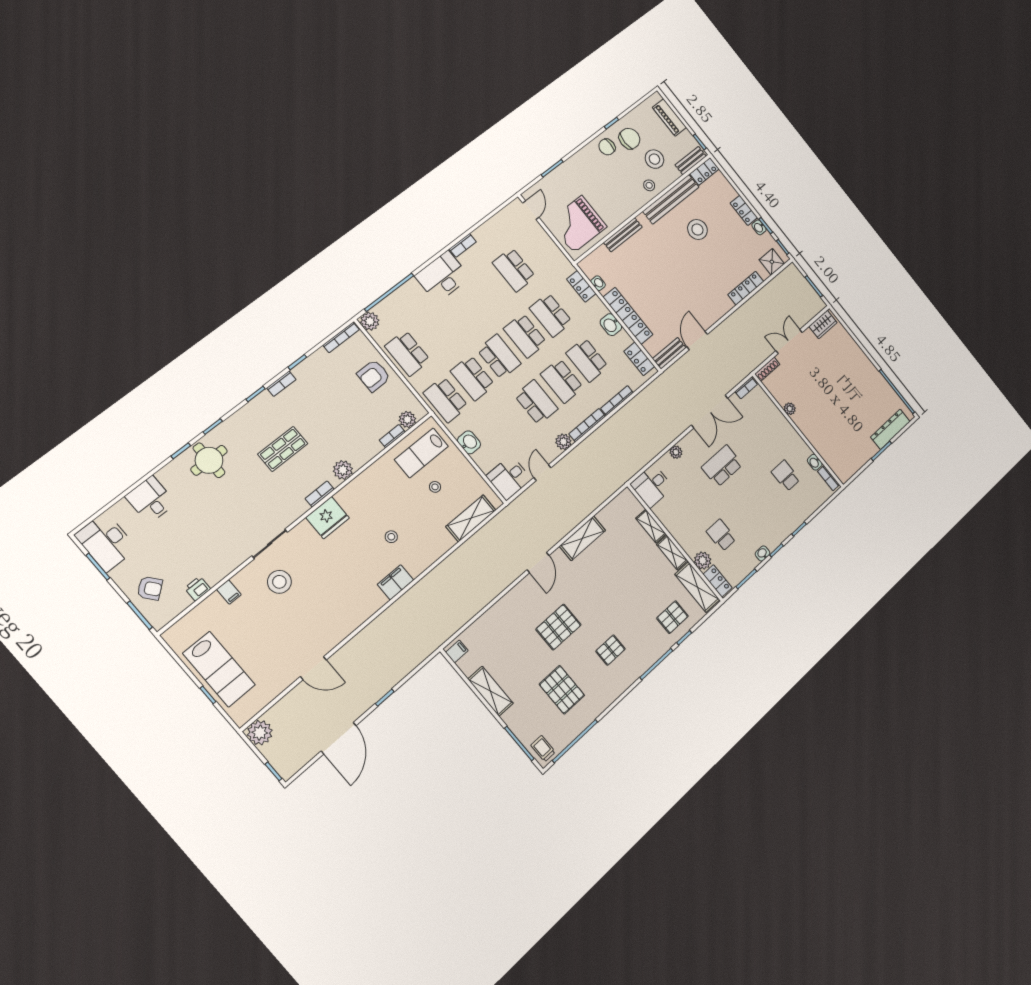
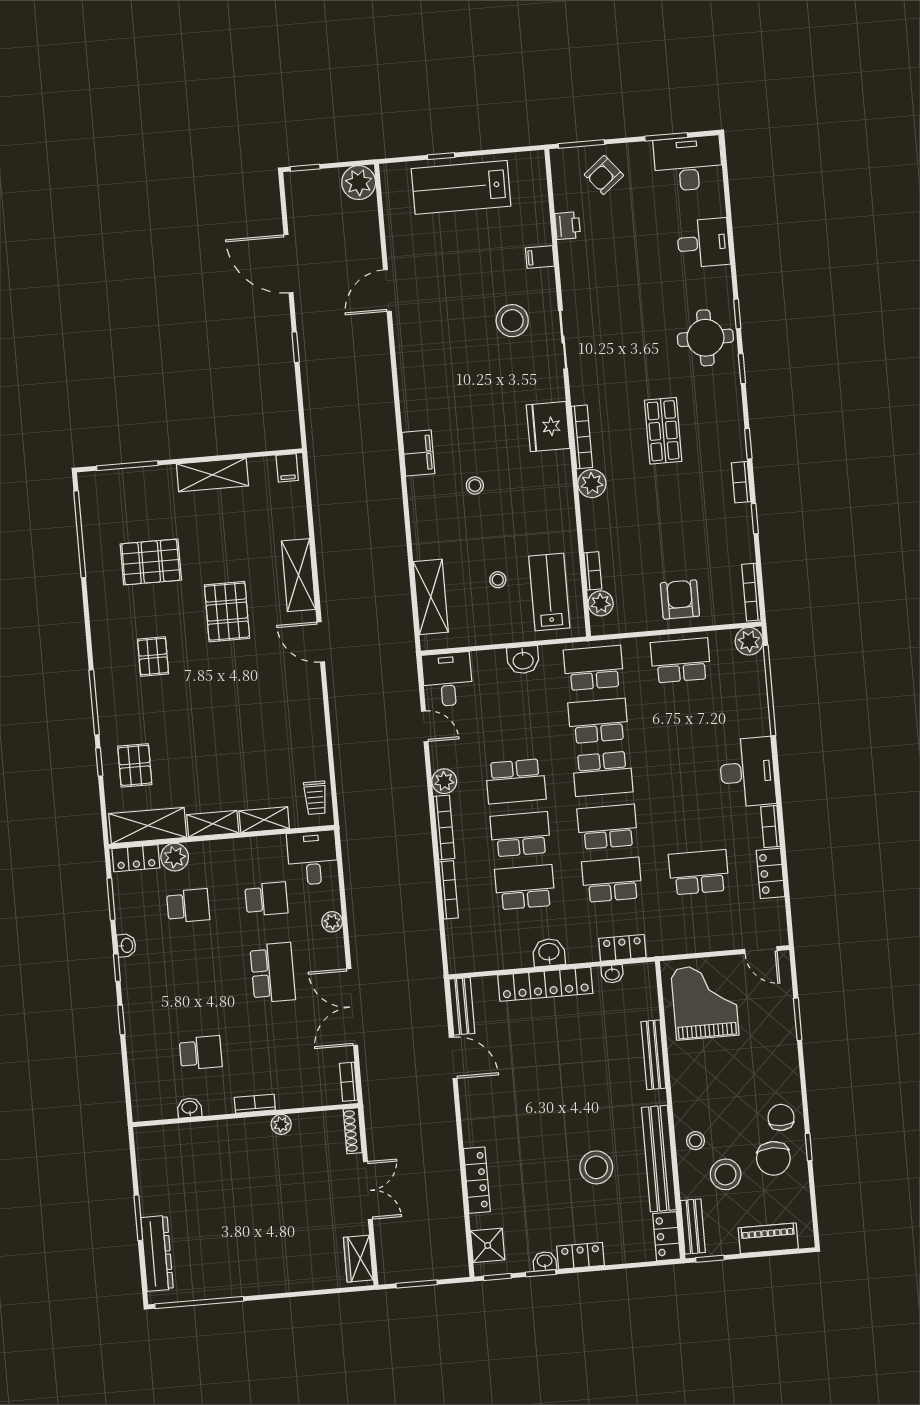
locker: (639, 359) -> (770, 873), moved, turned -90
bookcase: (829, 478) -> (255, 1104), moved
bookcase: (320, 494) -> (582, 437), width x1.56
school desk: (689, 496) -> (266, 899), added
shelving: (582, 538) -> (298, 575), moved
trolley: (543, 749) -> (315, 798), moved, turned 90

